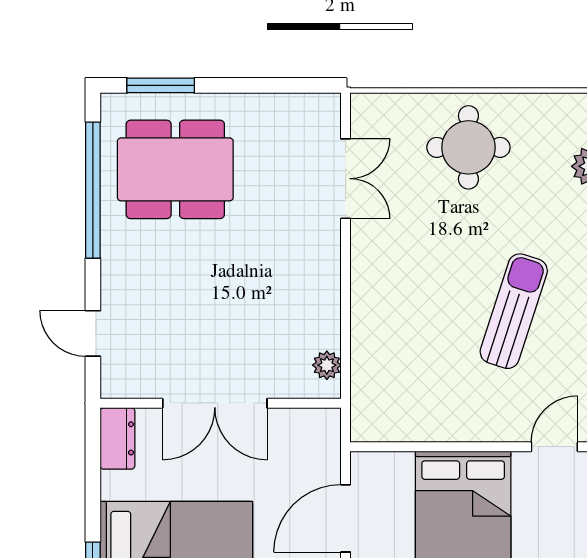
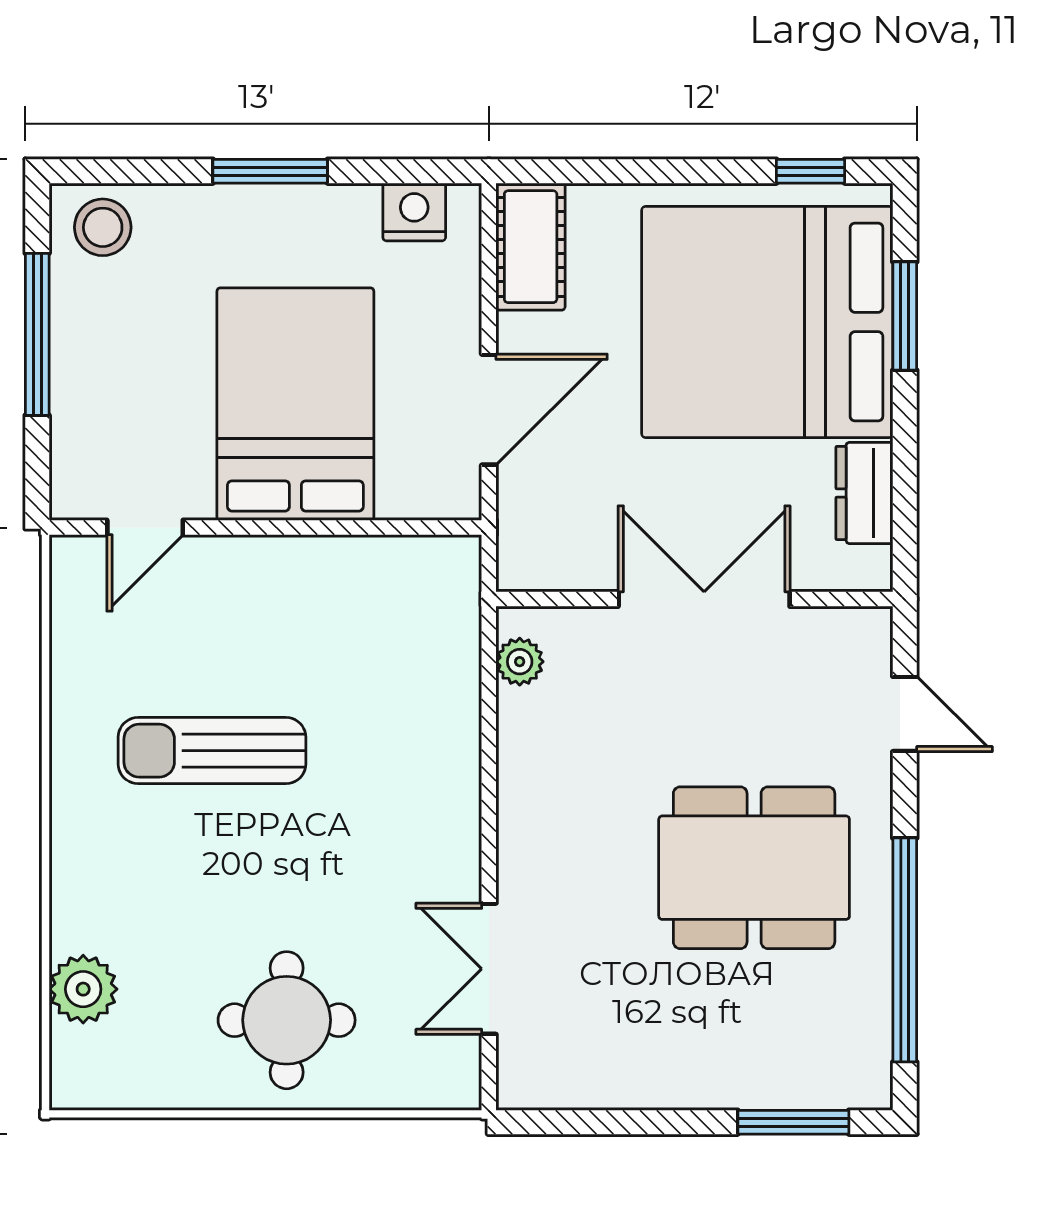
dining table: (175, 169) -> (754, 868), moved
sun lounger: (514, 311) -> (212, 751), turned 72
dresser: (118, 438) -> (864, 493), moved

